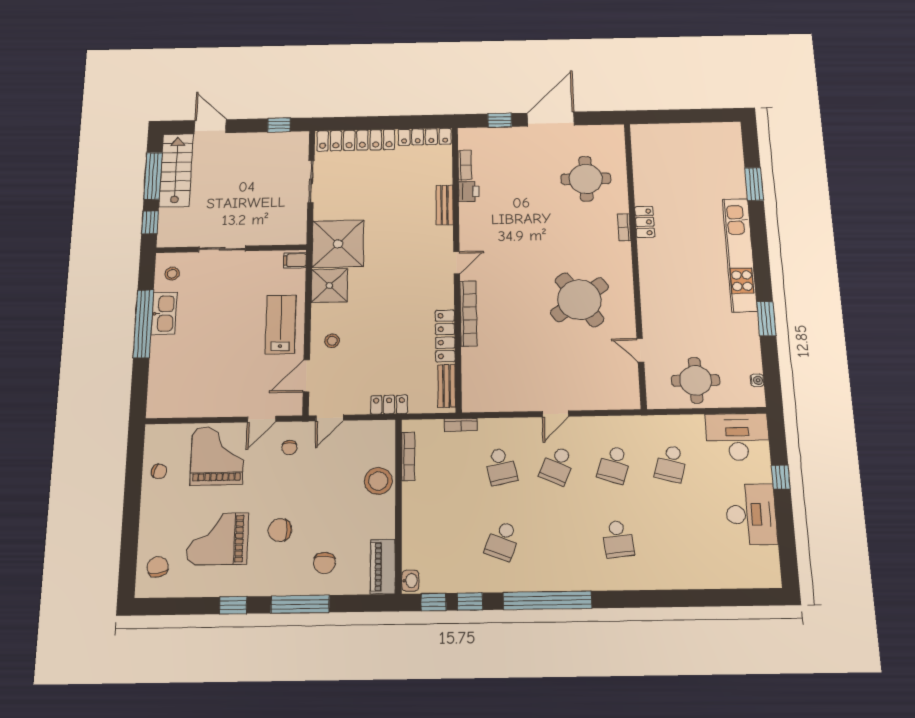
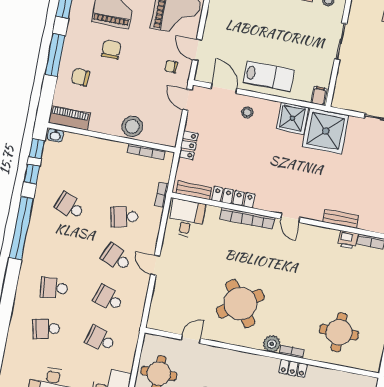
plant: (621, 253) -> (272, 344), added
desk: (485, 387) -> (186, 218), added
school desk: (676, 538) -> (46, 329), added

